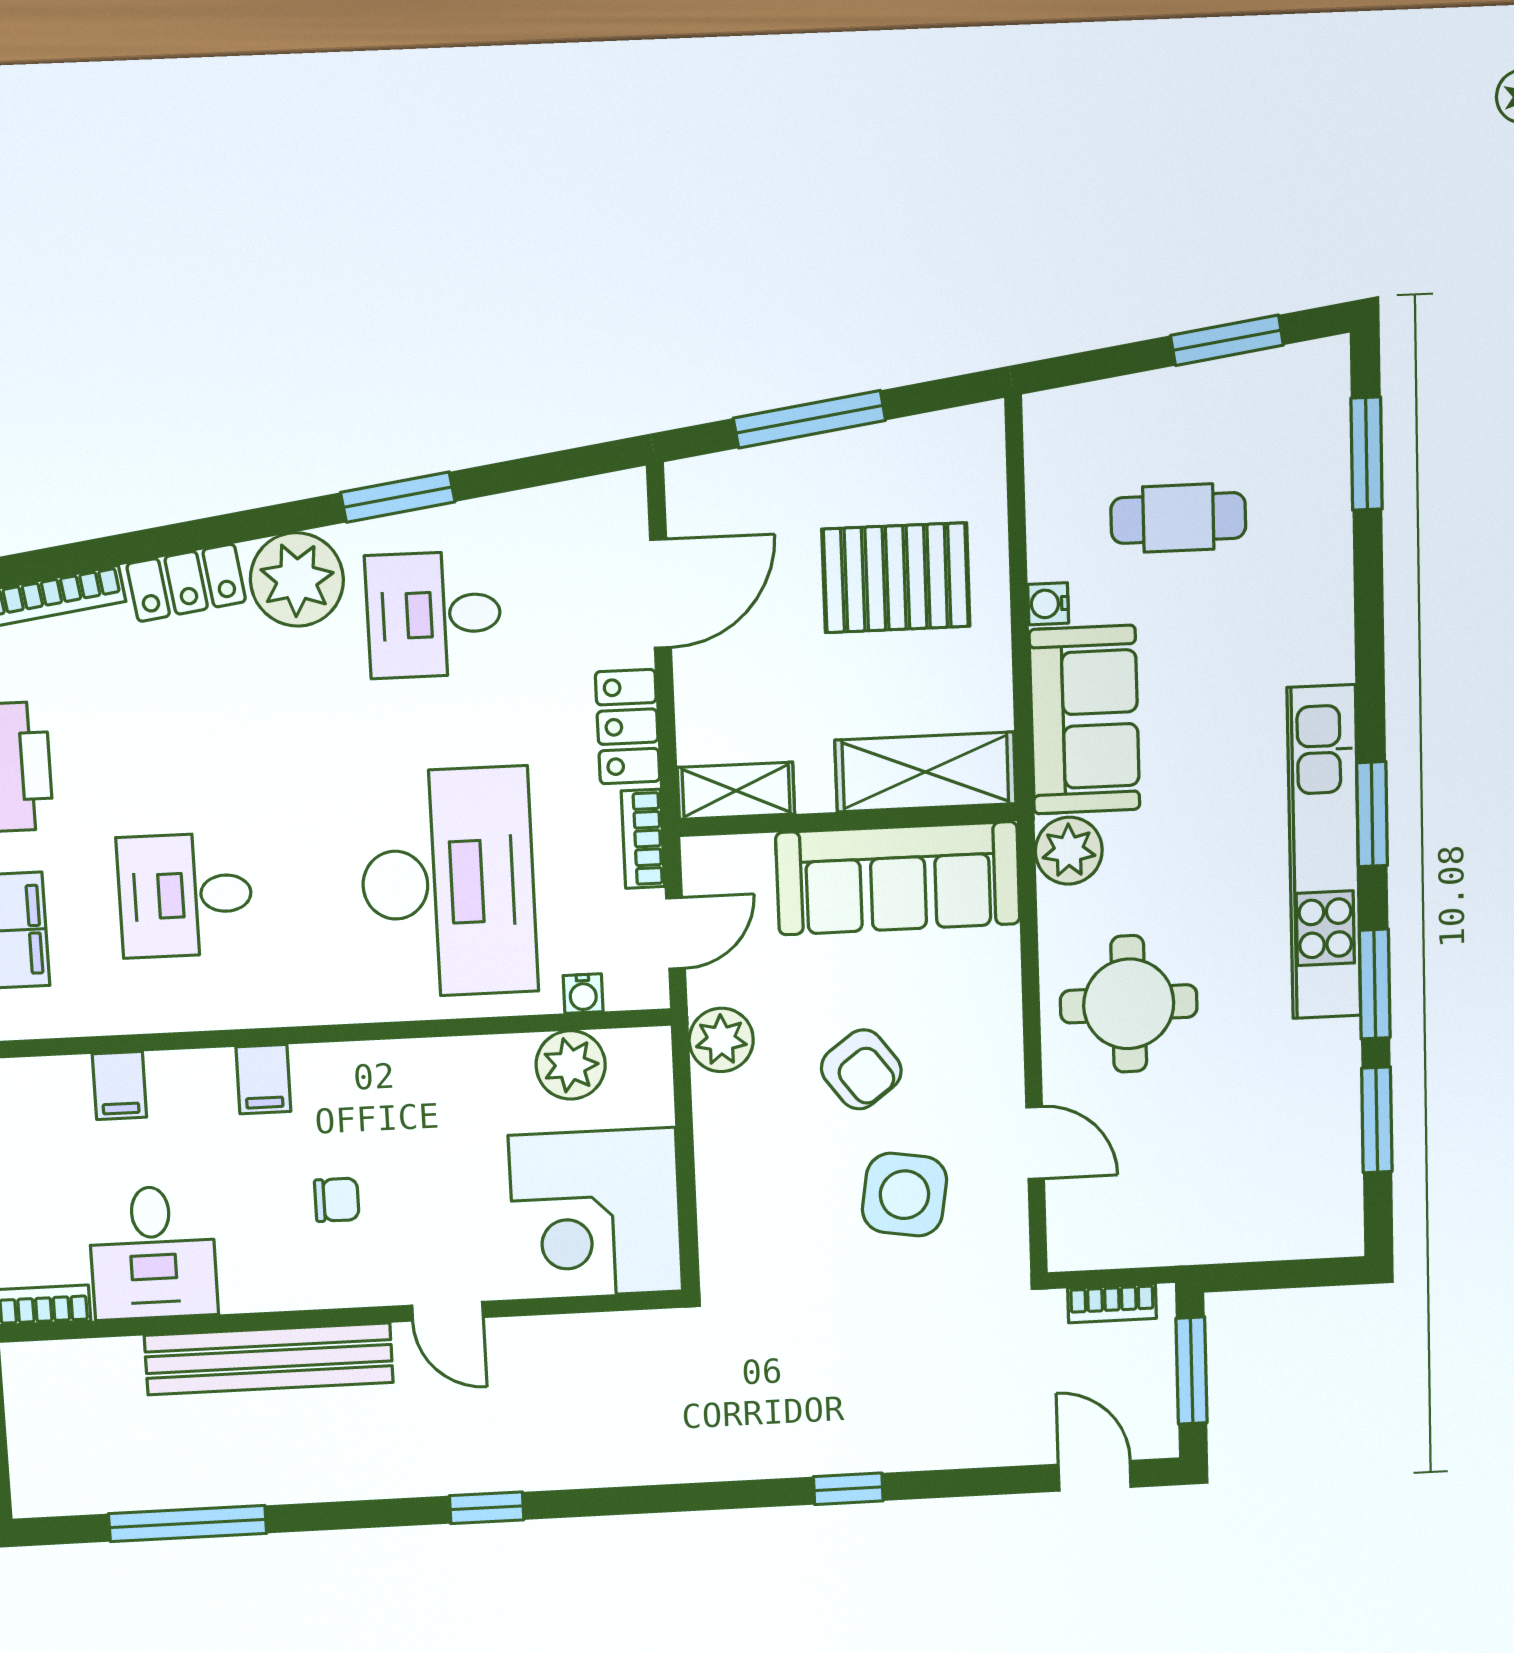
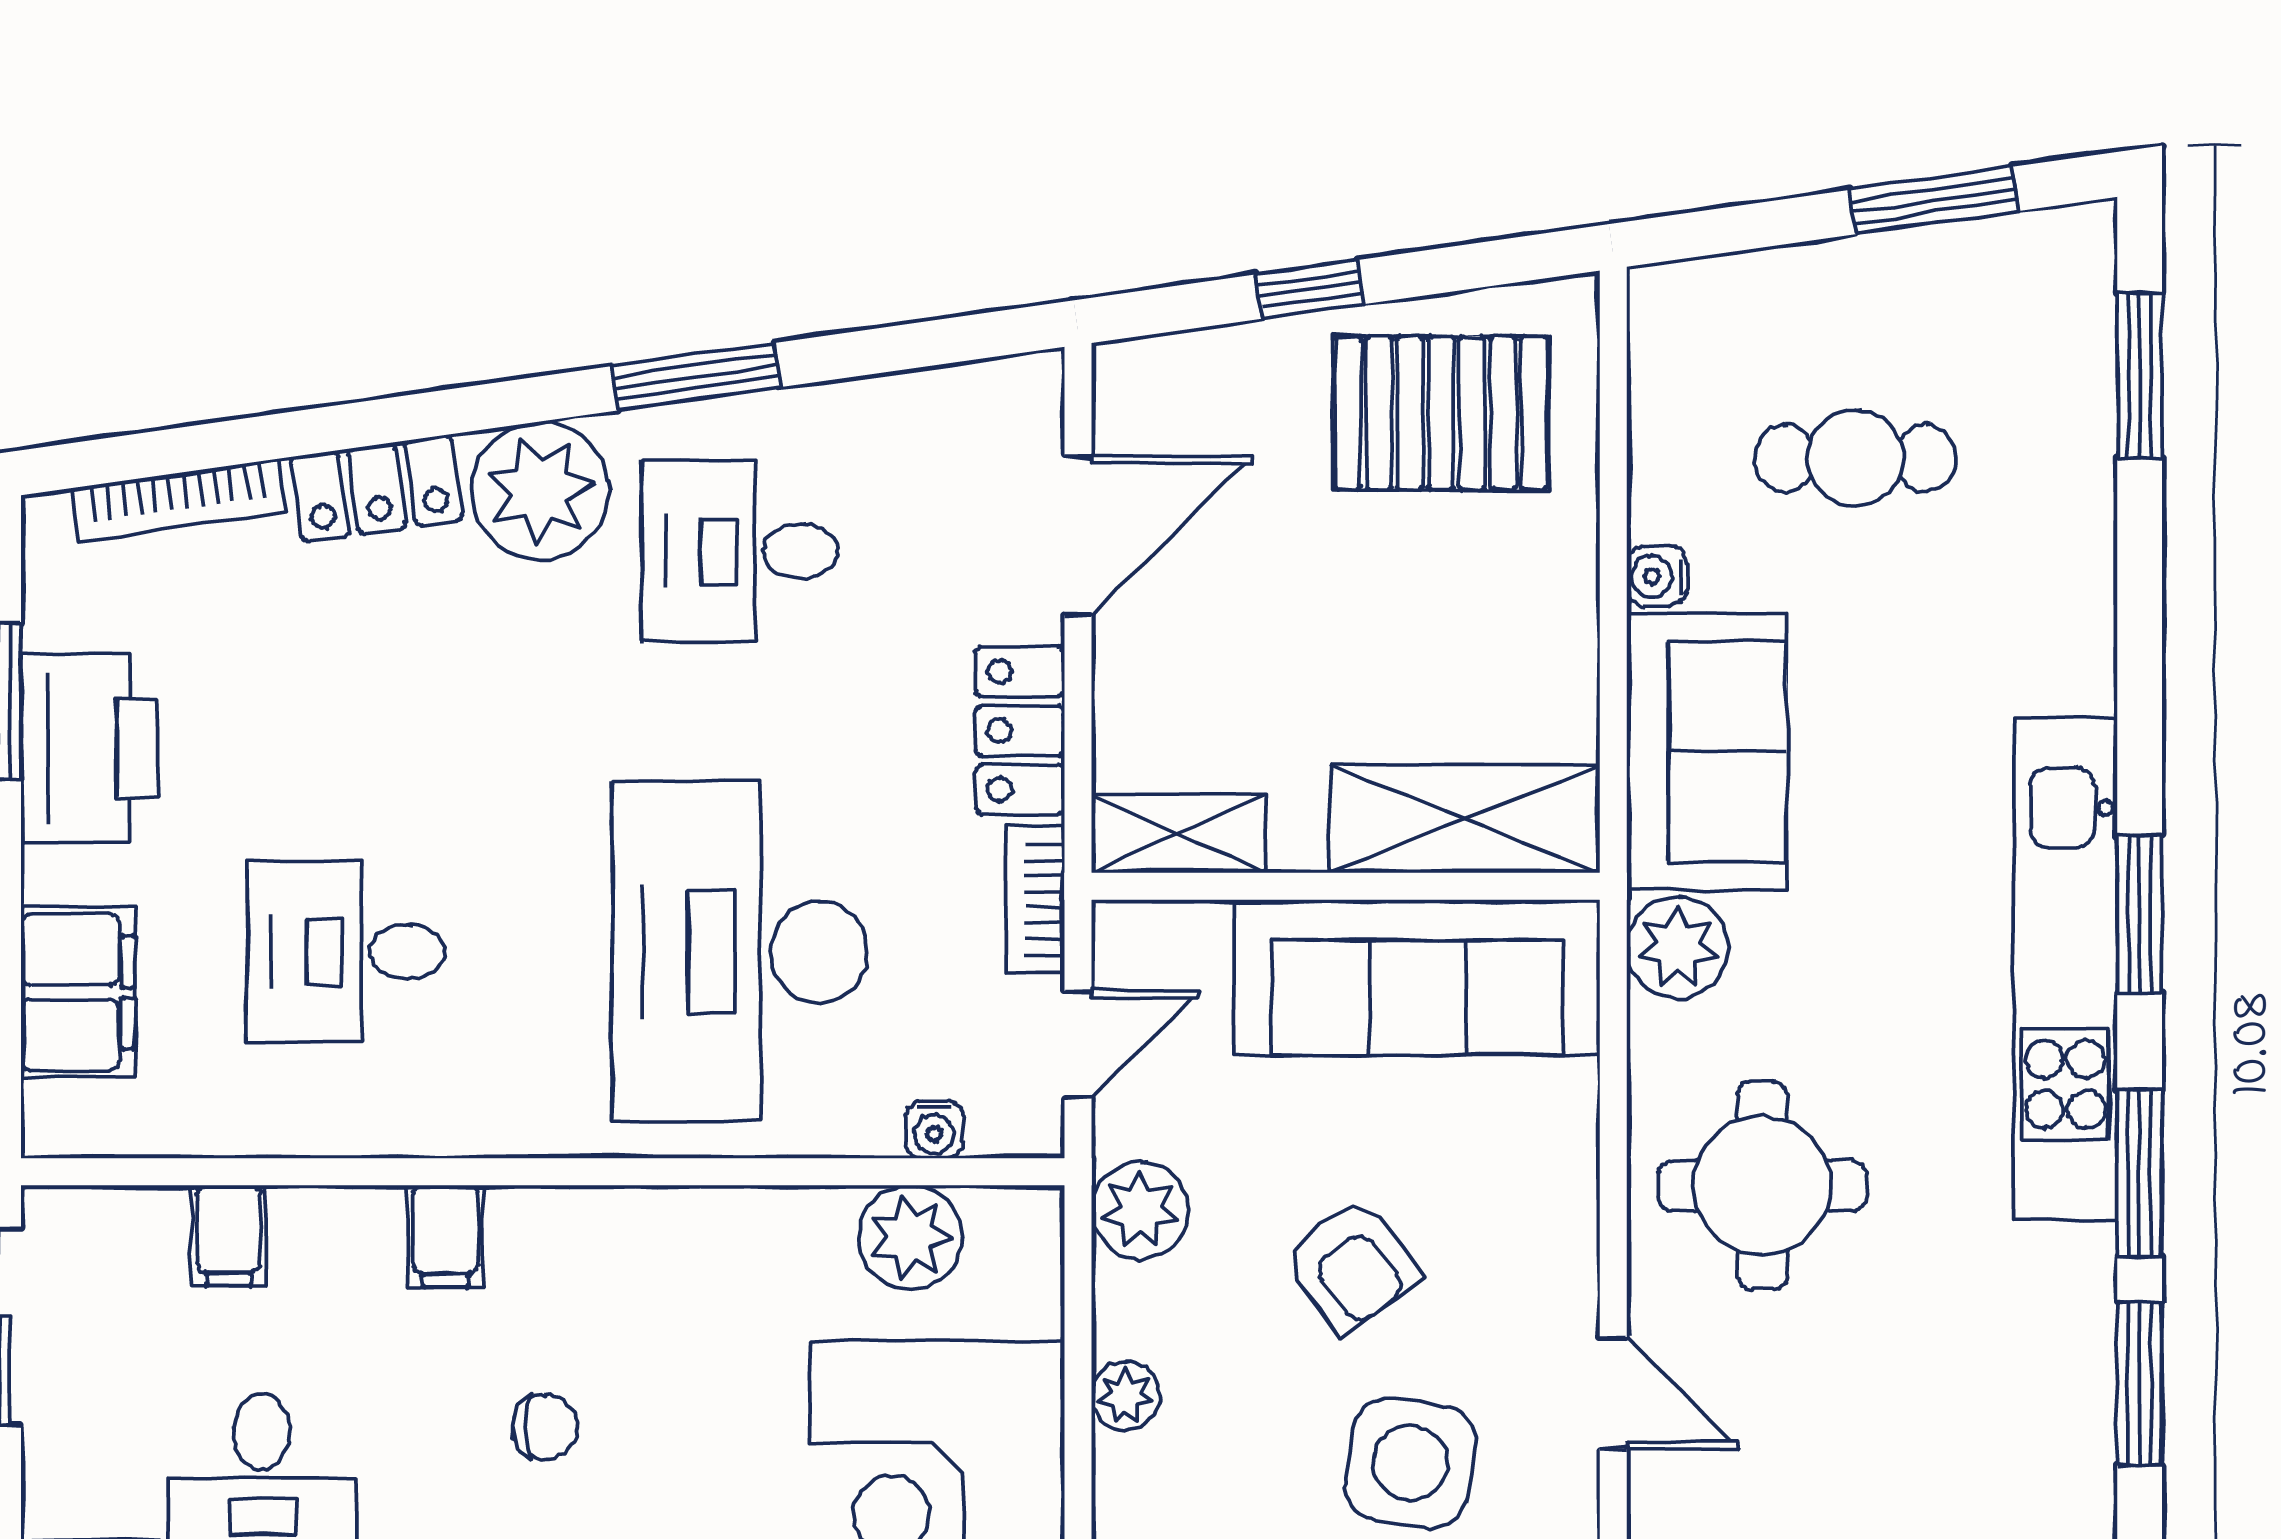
window: (809, 419) -> (1310, 289), width x0.46
pallet: (896, 578) -> (1441, 413), moved
desk: (448, 883) -> (740, 952), turned 180
plant: (717, 1161) -> (1126, 1396), added

